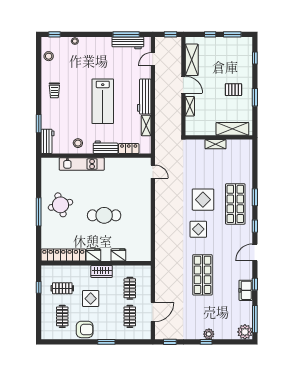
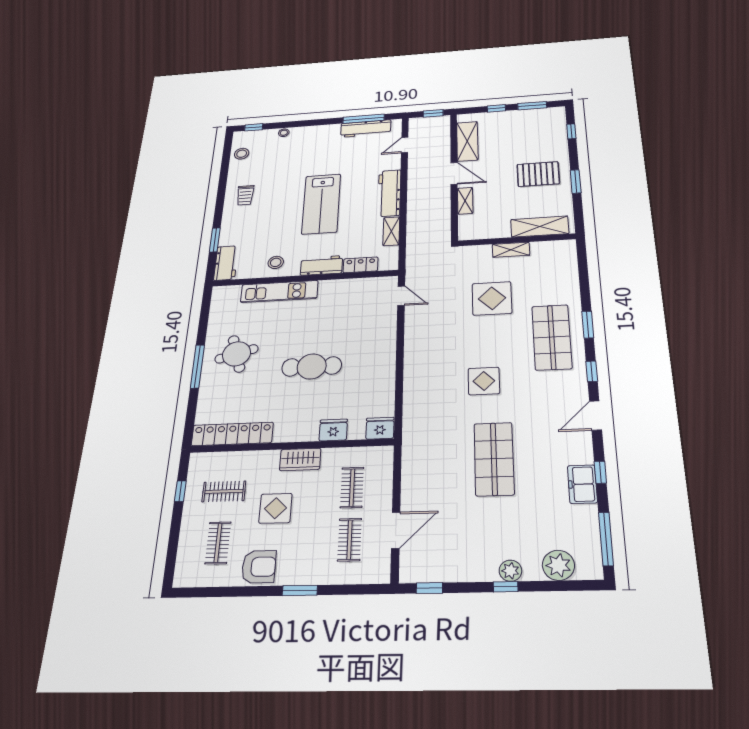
pallet: (233, 90) -> (538, 174), width x1.50, depth x1.42
display table: (203, 200) -> (492, 298), moved
fridge: (93, 255) -> (380, 428), moved
plant: (245, 332) -> (558, 565), moved

